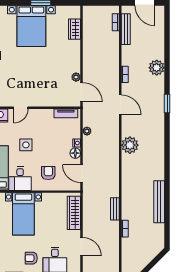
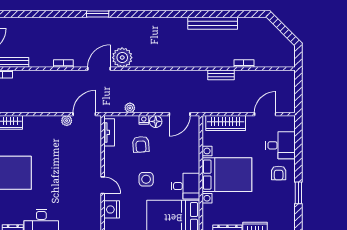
plant: (157, 68) -> (55, 26), removed
plant: (130, 145) -> (122, 58), moved
armchair: (48, 173) -> (141, 144), moved, turned -94
bed with nightstands: (23, 214) -> (227, 175), width x1.36

